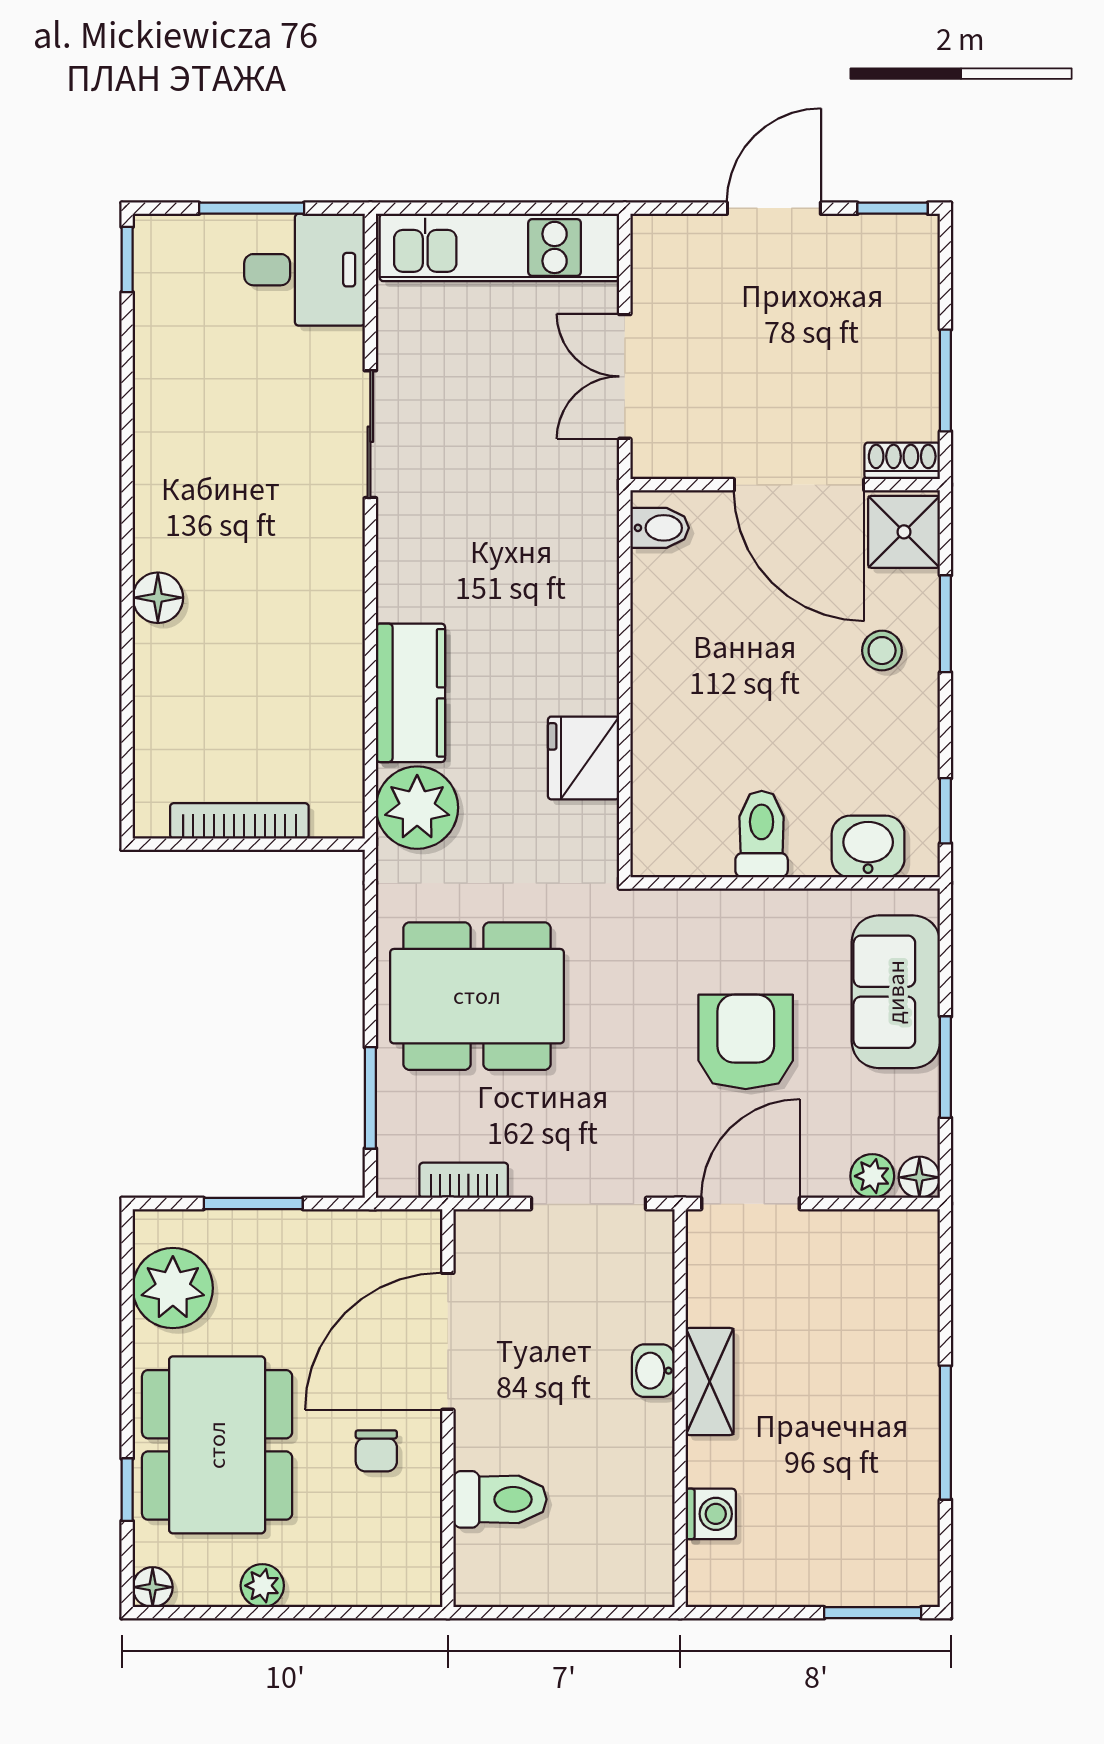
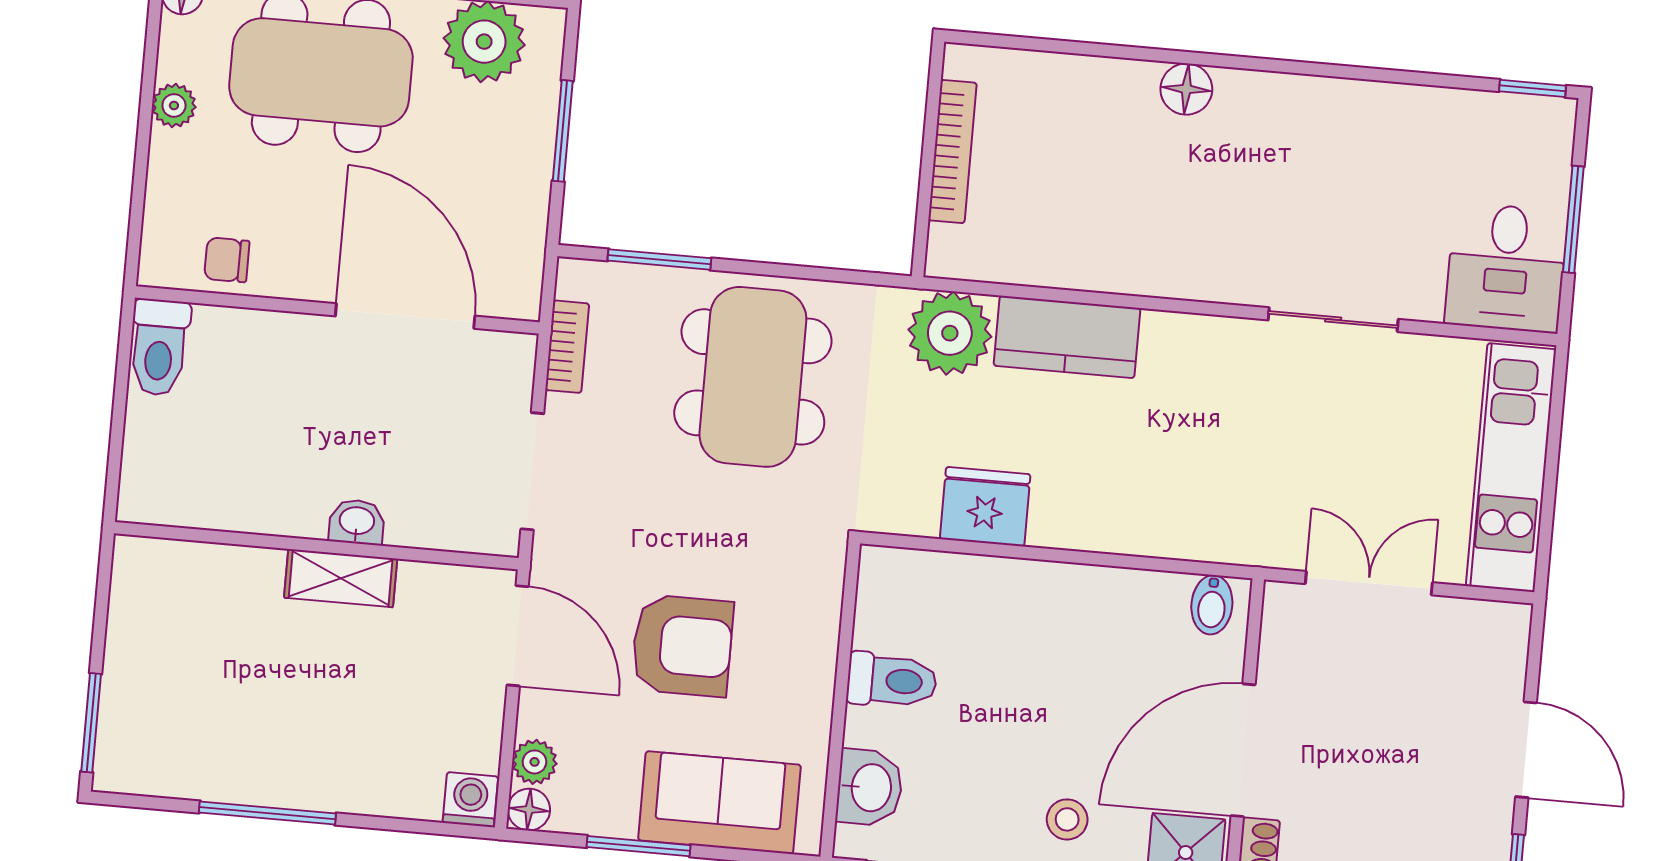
chair: (376, 1451) -> (227, 260), moved
toilet: (500, 1499) -> (159, 347), moved
washing machine: (711, 1514) -> (470, 800), moved, turned 180

